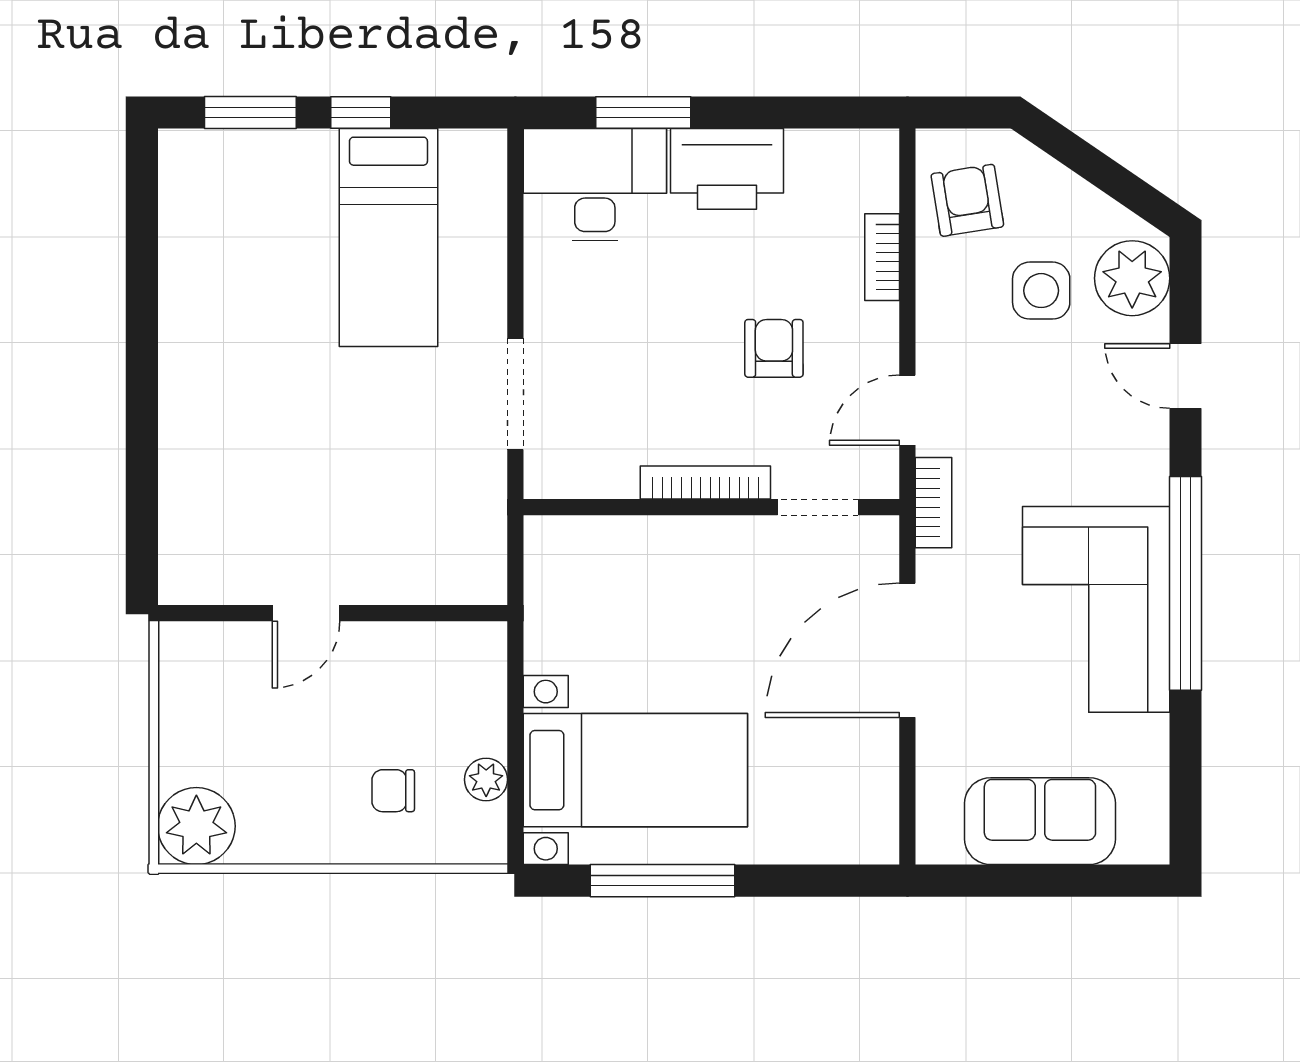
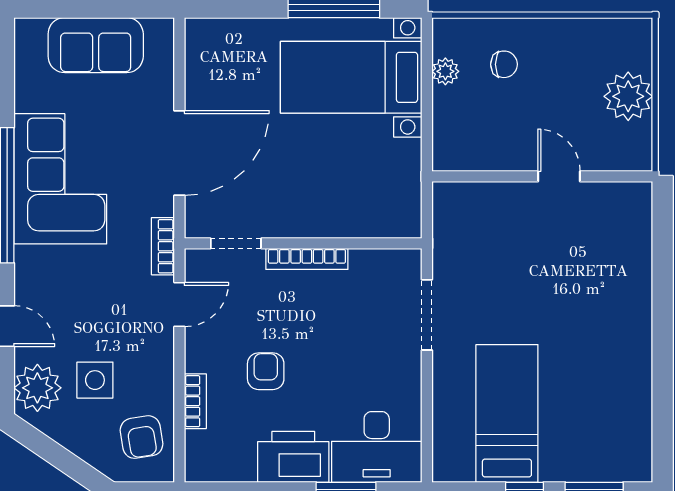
armchair: (774, 348) -> (266, 371), moved, turned 180
door: (306, 613) -> (559, 176), hinge flipped
plant: (196, 826) -> (628, 96), moved

